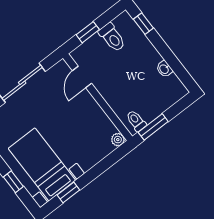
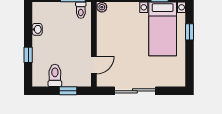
window: (143, 24) -> (28, 55), moved

